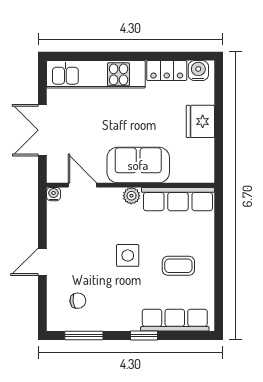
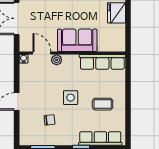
plant: (131, 196) -> (57, 60), moved
chair: (78, 301) -> (49, 120), moved

